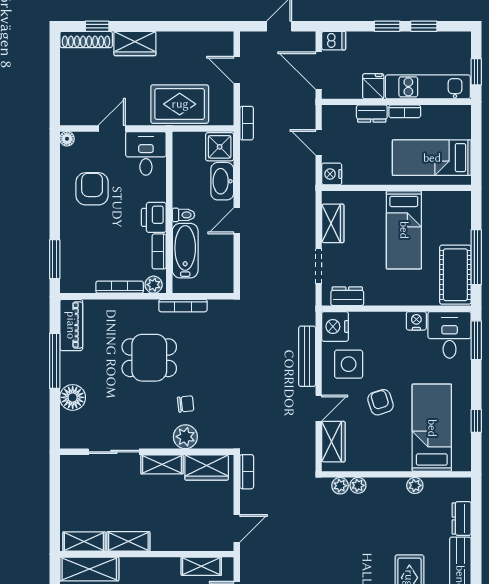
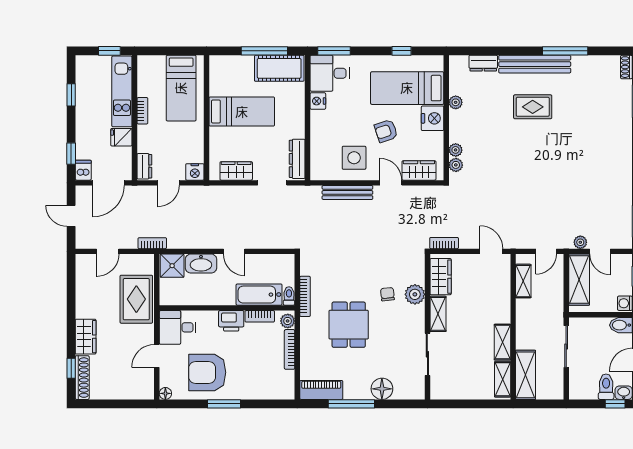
window: (387, 26) -> (71, 154), moved
dresser: (372, 114) -> (144, 166), moved
door: (112, 128) -> (157, 356), hinge flipped
armchair: (92, 189) -> (207, 372), width x1.36, depth x1.36
toilet: (183, 215) -> (289, 296), moved
window: (55, 259) -> (224, 404), moved
dresser: (347, 296) -> (297, 159), width x1.44
nightstand: (335, 326) -> (433, 118), moved, turned -90

